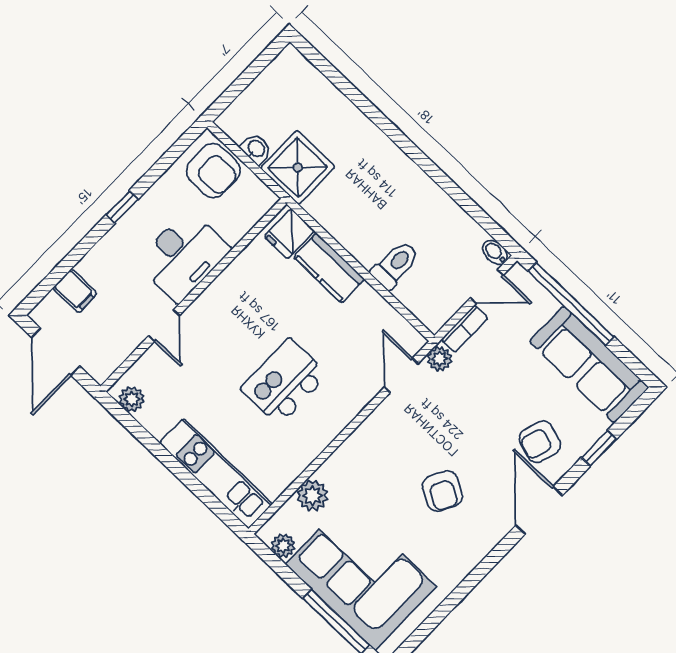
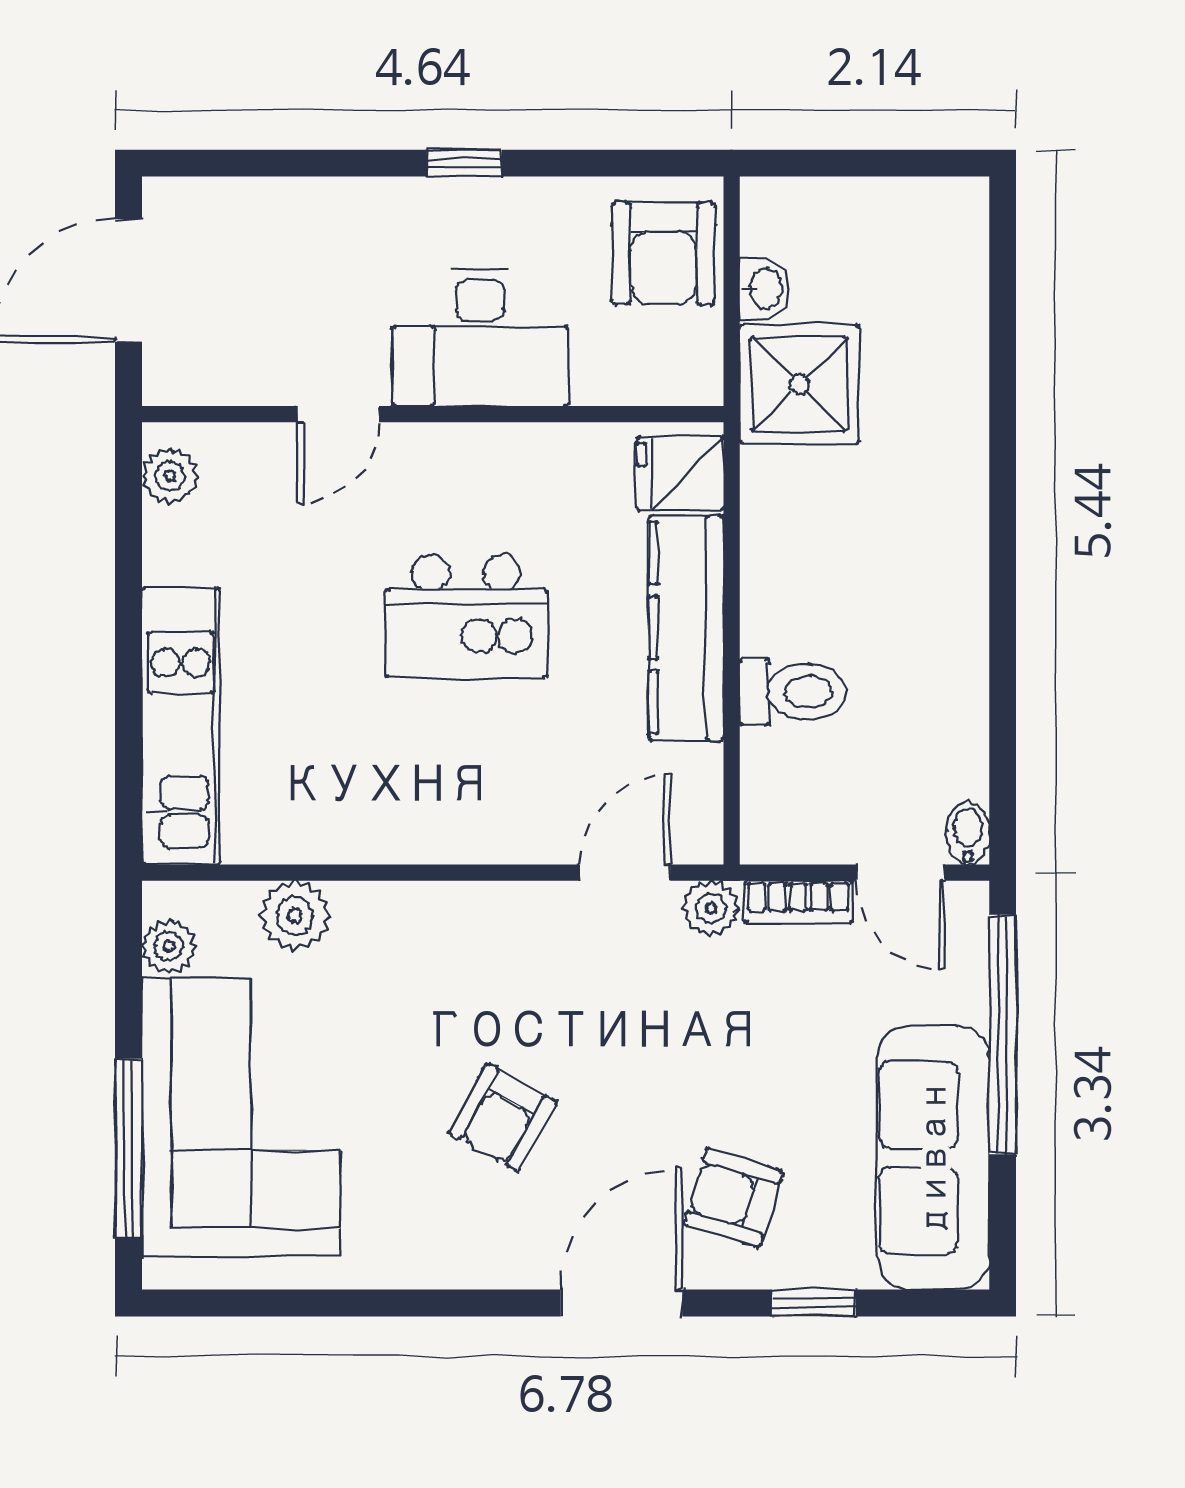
kitchen counter: (329, 268) -> (686, 628), width x1.50
filing cabinet: (75, 291) -> (256, 217), removed
kitchen island: (284, 382) -> (466, 616), moved, turned 180

